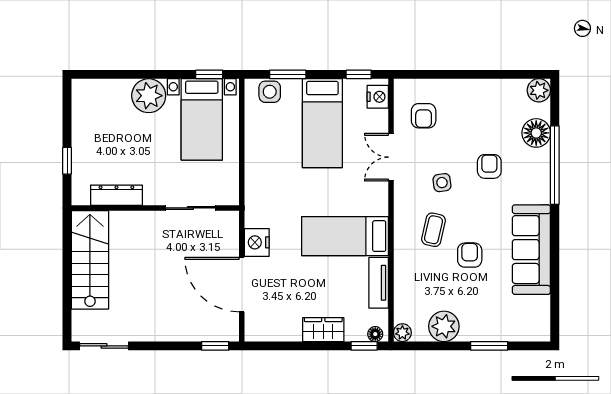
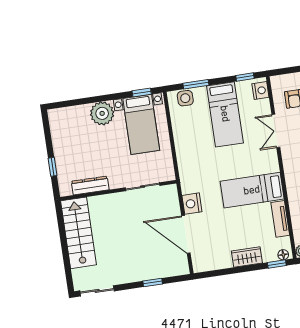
window: (215, 346) -> (153, 283), moved

